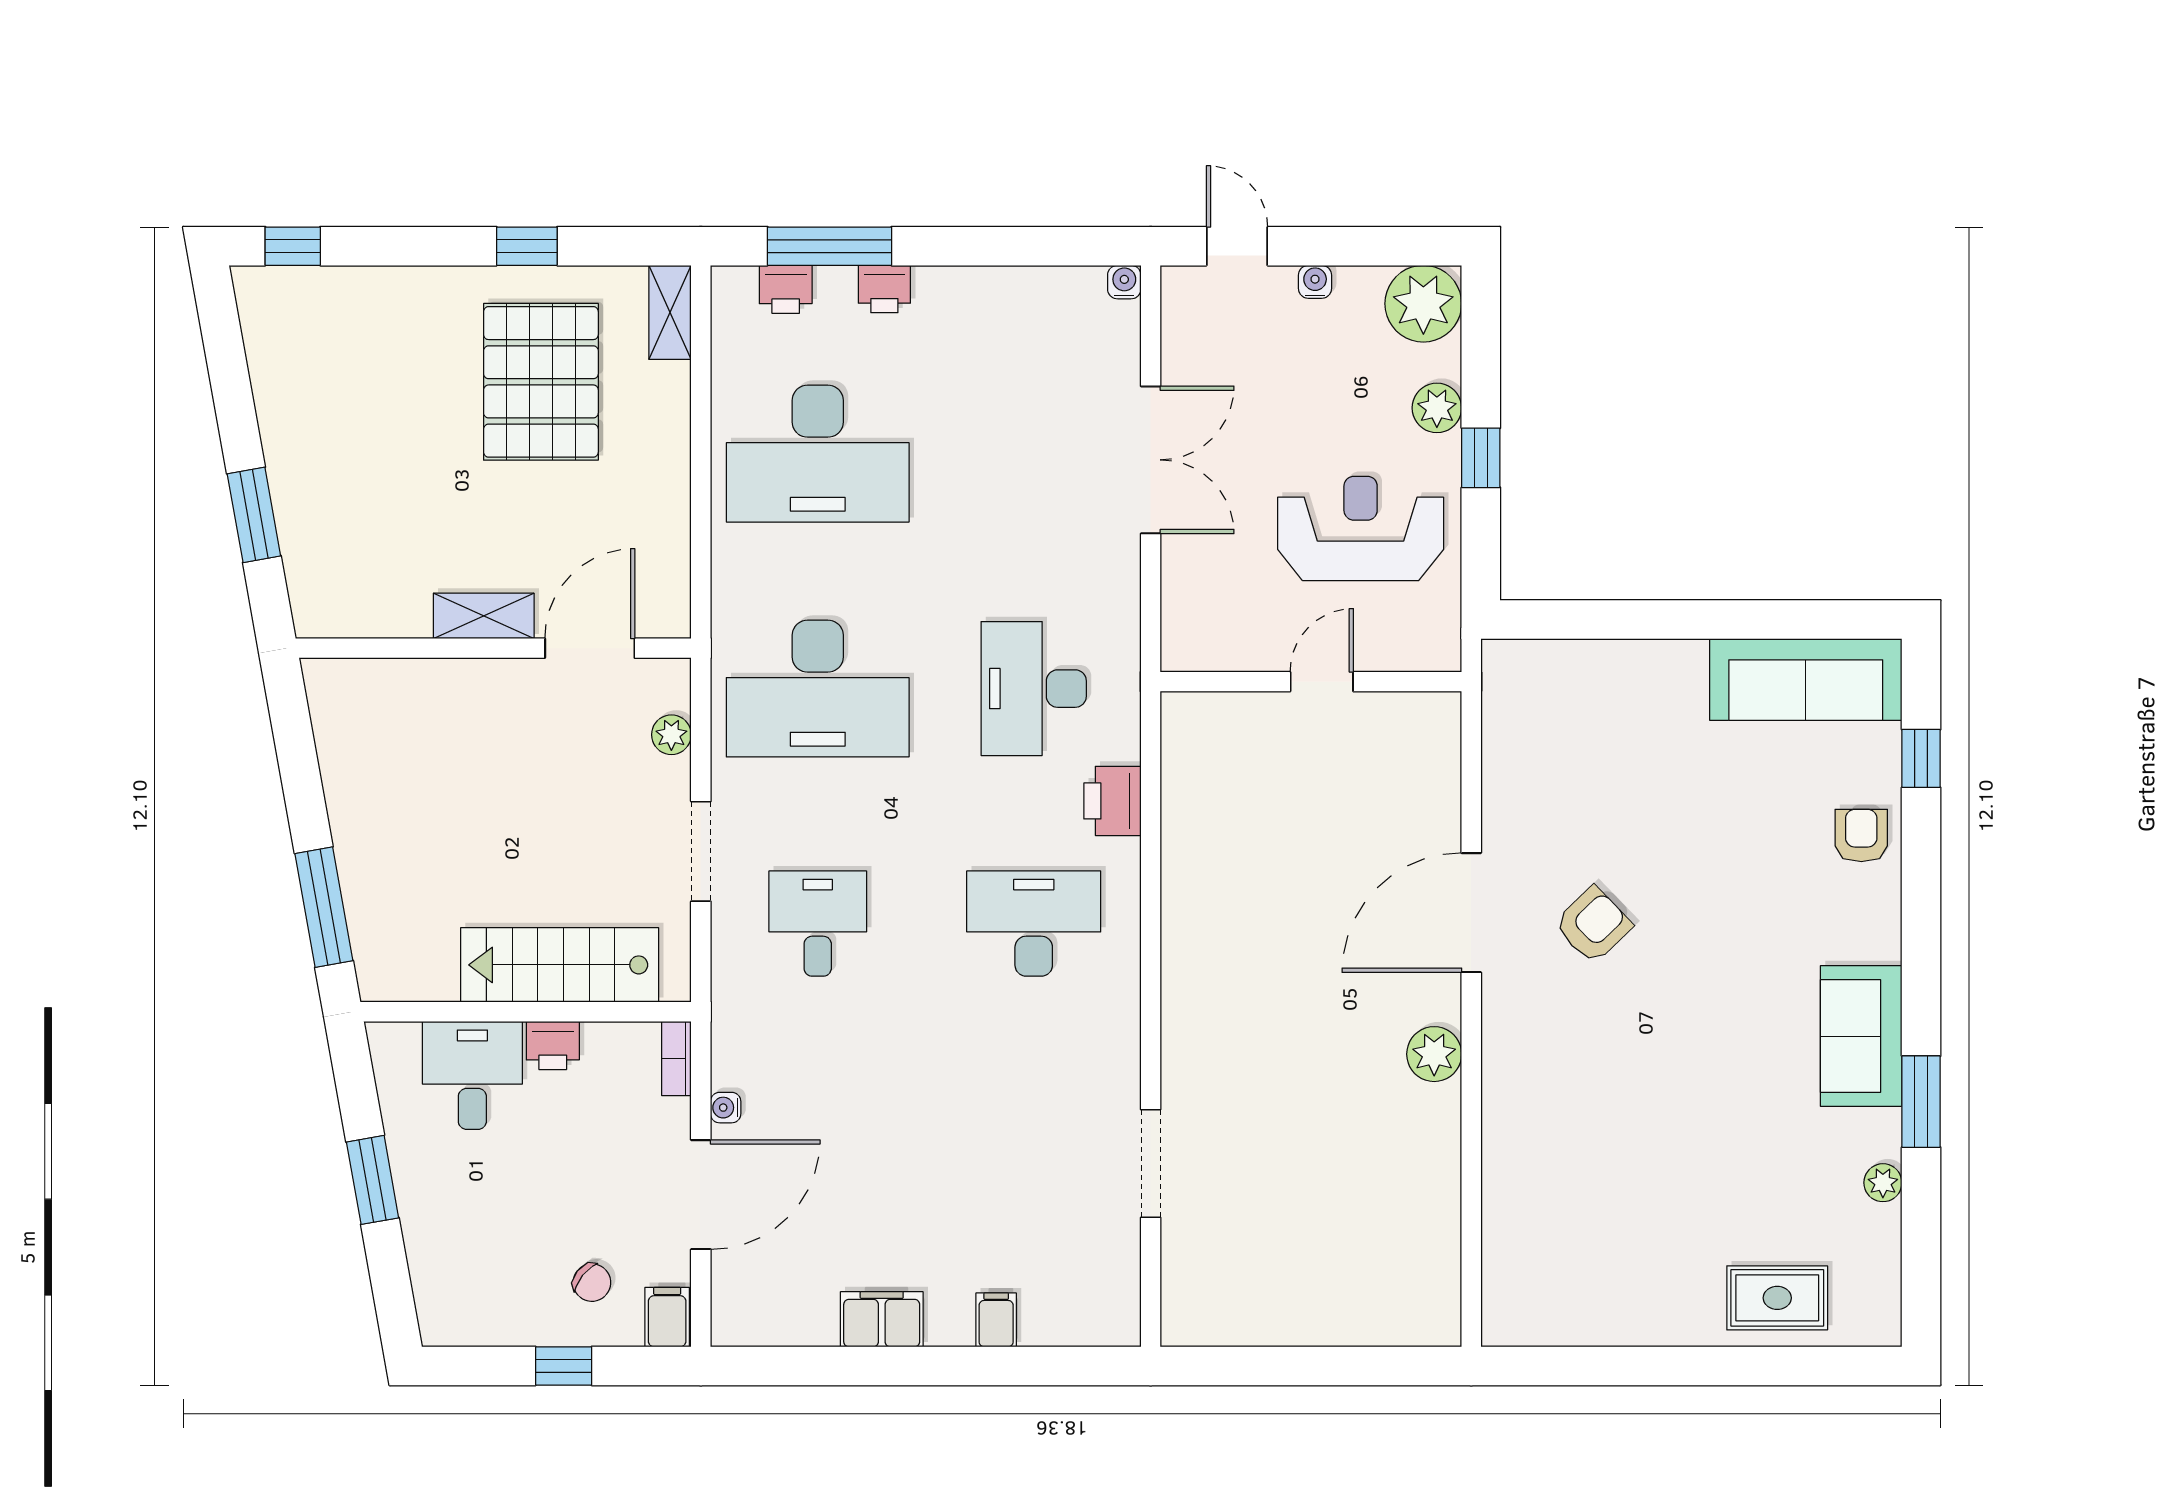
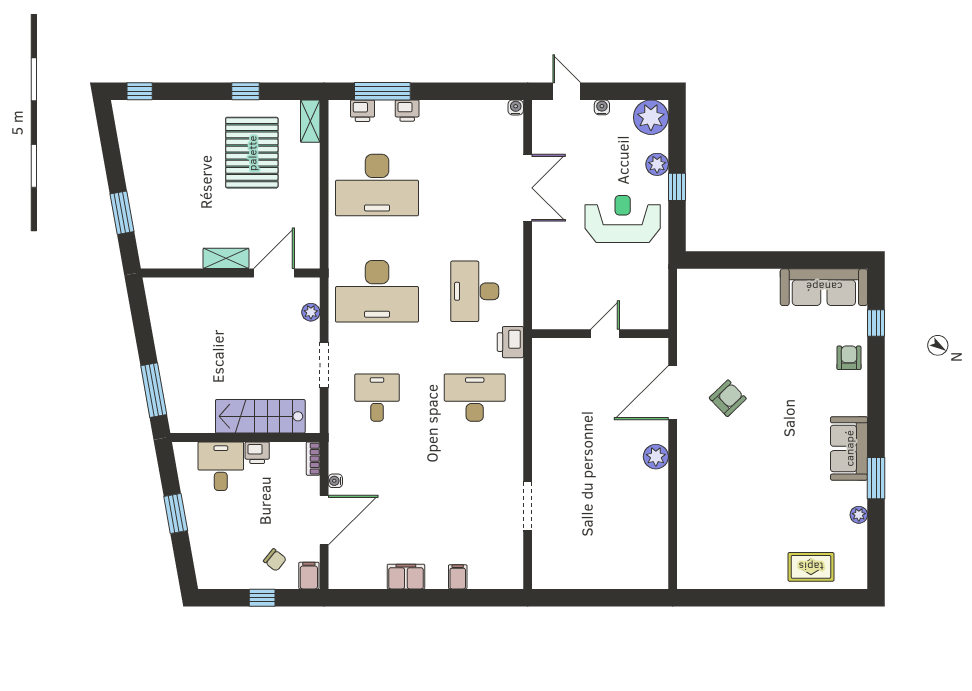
wall: (1311, 682) -> (600, 334), moved
door: (1322, 682) -> (605, 334), moved

